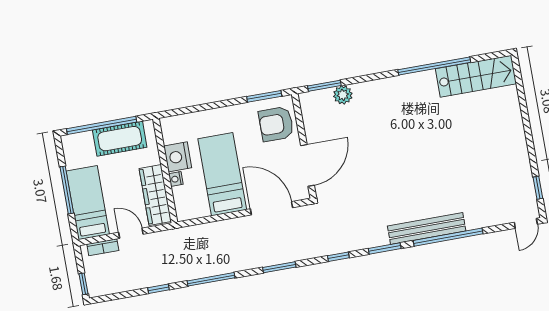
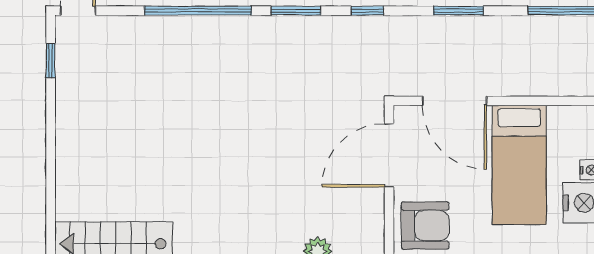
bench: (427, 228) -> (228, 29), removed

